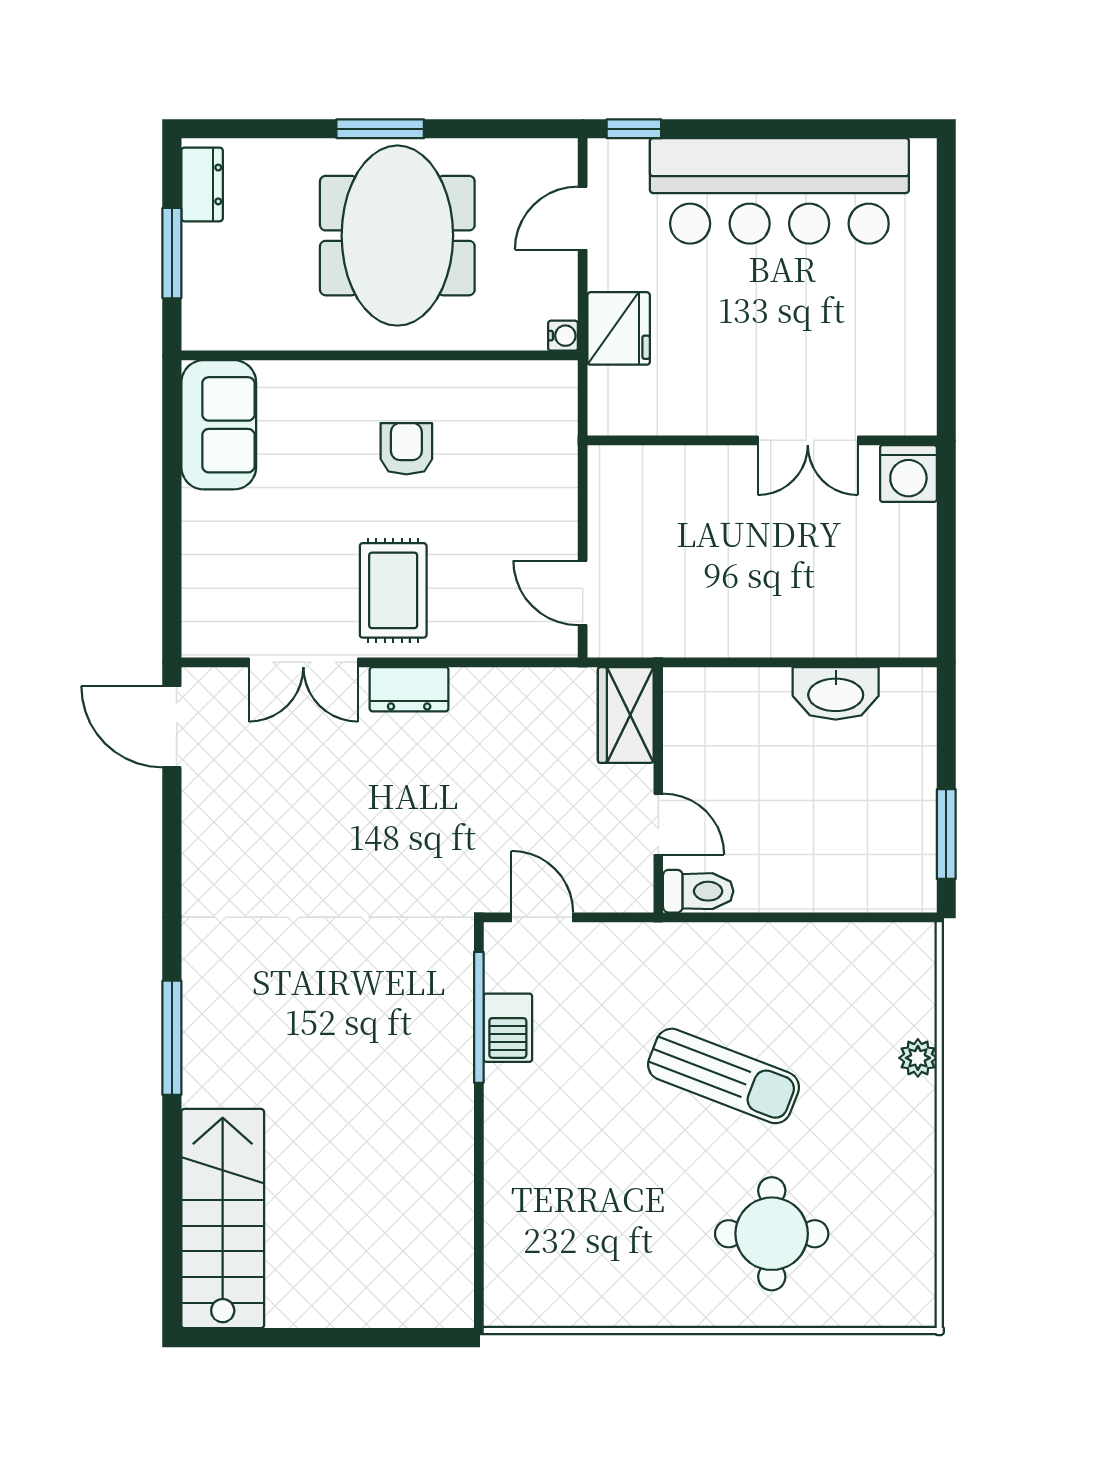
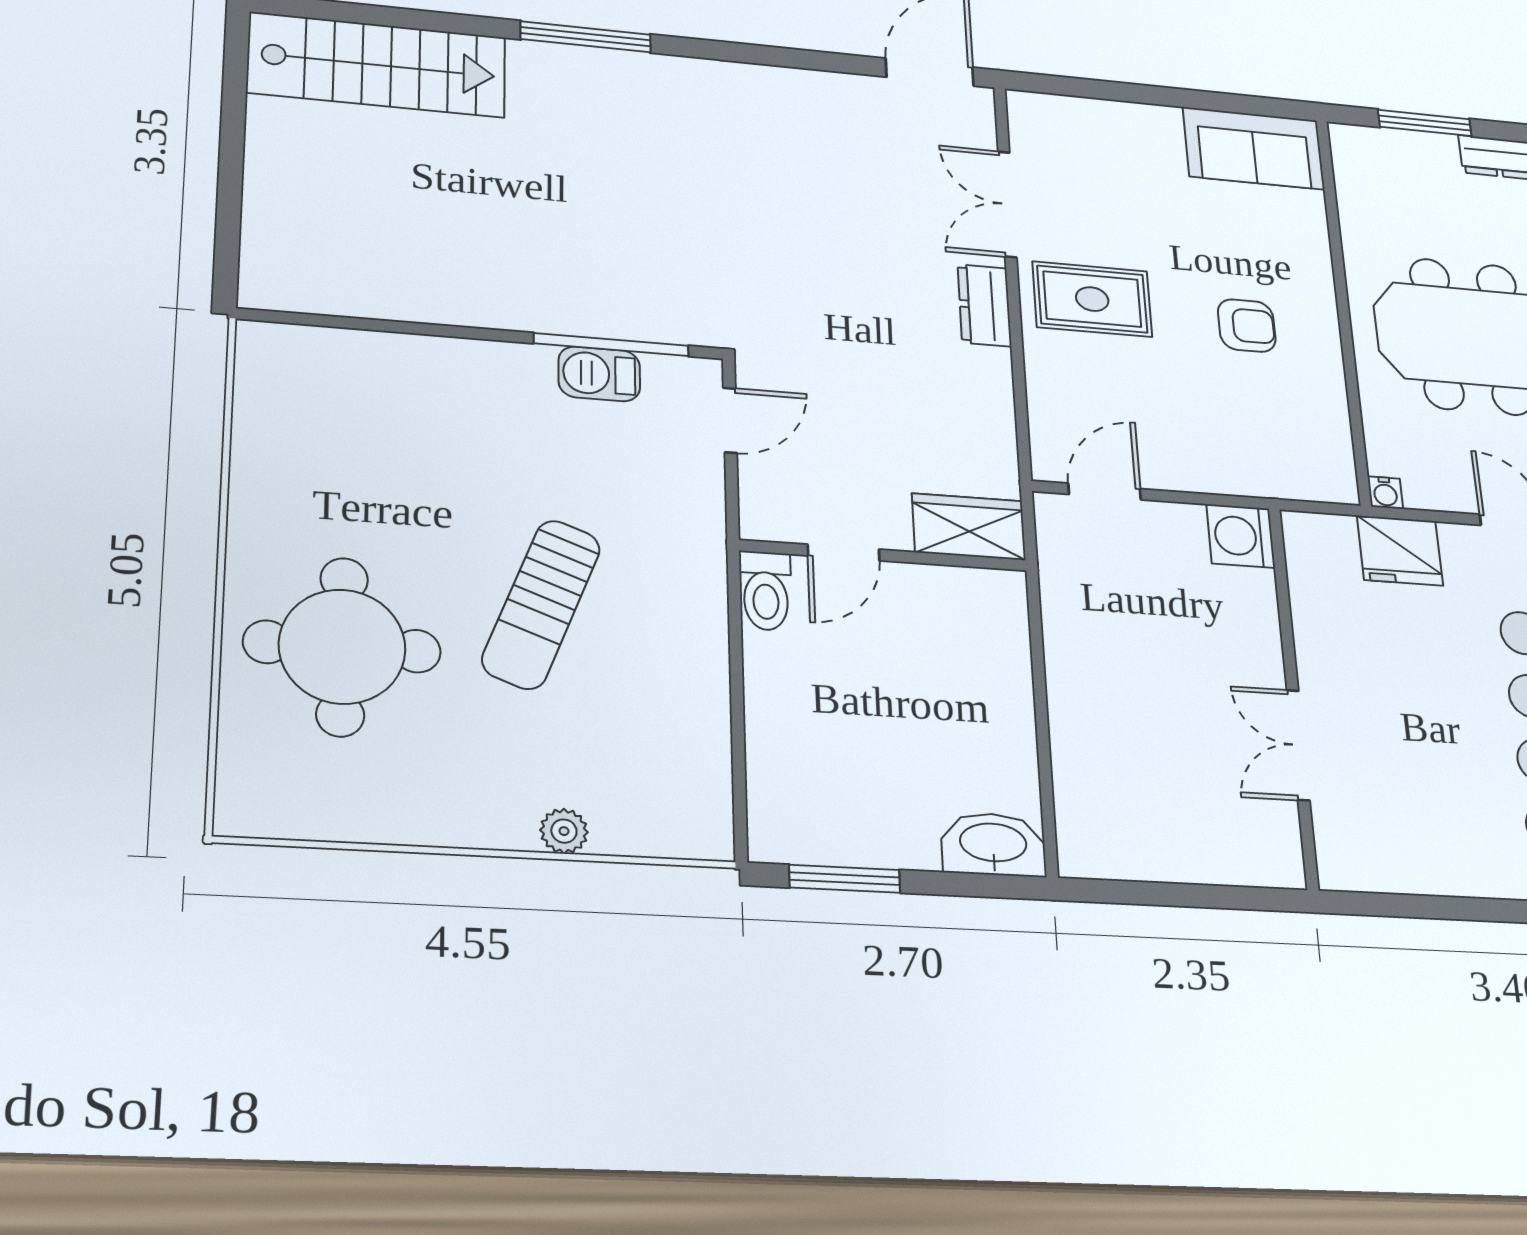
washing machine: (908, 474) -> (1241, 536), moved
washbasin: (836, 693) -> (993, 844), moved, turned 90
round table: (772, 1234) -> (342, 647), width x1.36, depth x1.36

